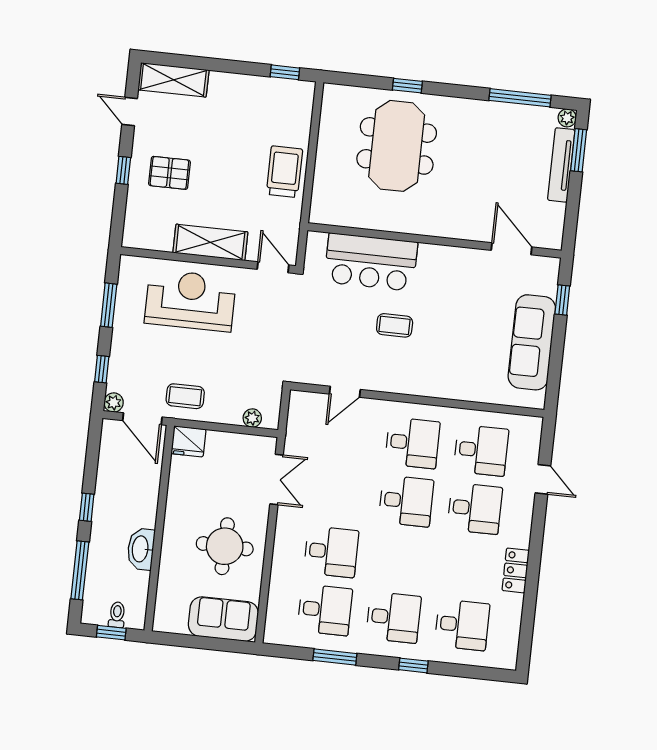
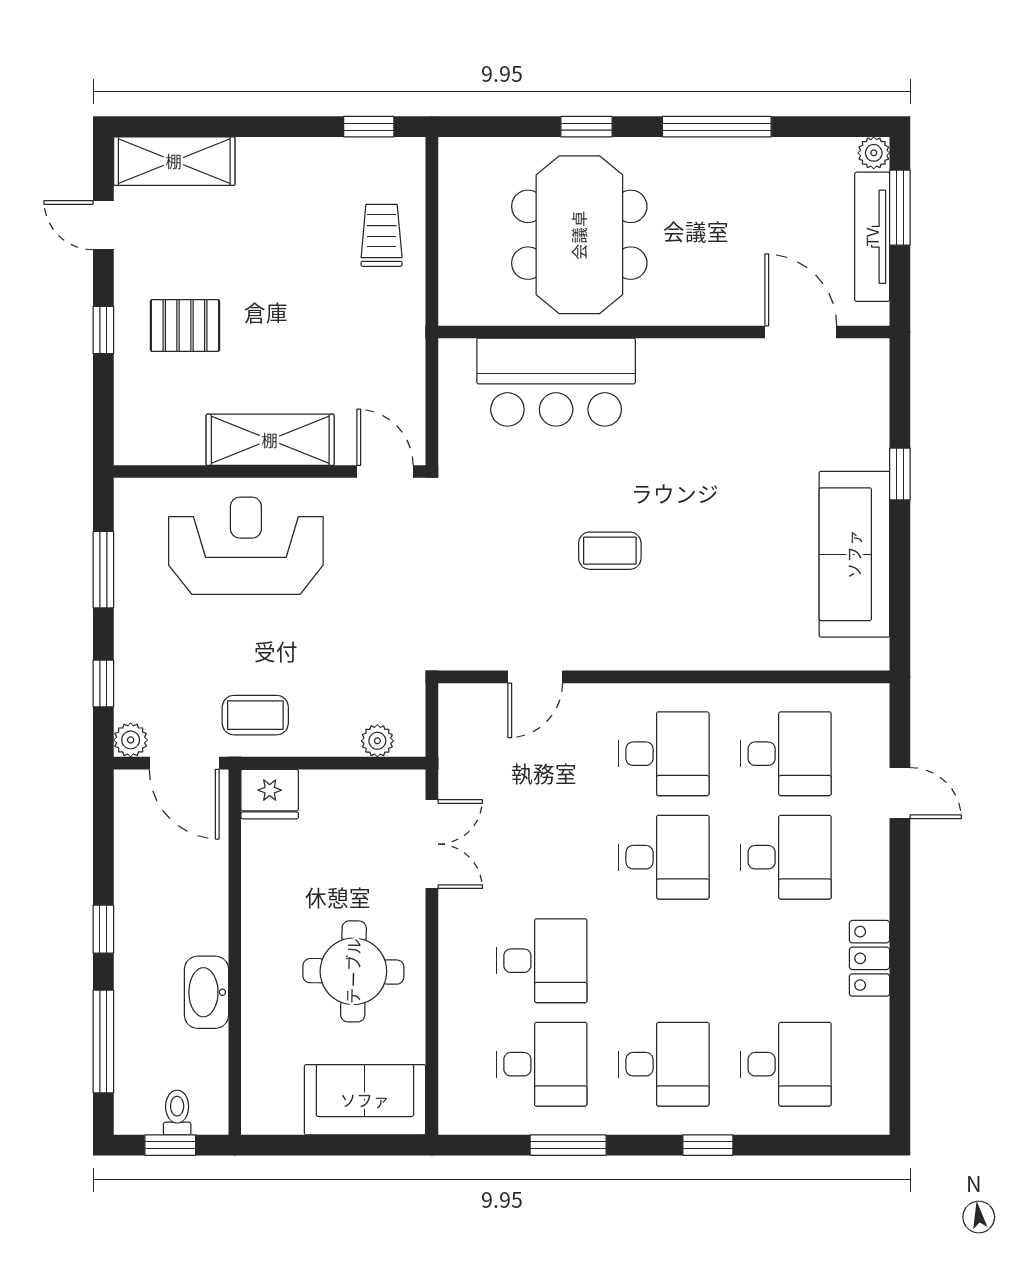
window: (520, 98) -> (717, 127), moved
trolley: (284, 172) -> (382, 235), moved, width x0.73, depth x0.72
wall: (435, 240) -> (664, 332), moved
door: (511, 249) -> (801, 332), moved
bar counter: (371, 262) -> (556, 382), moved

